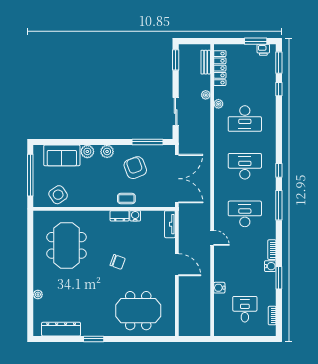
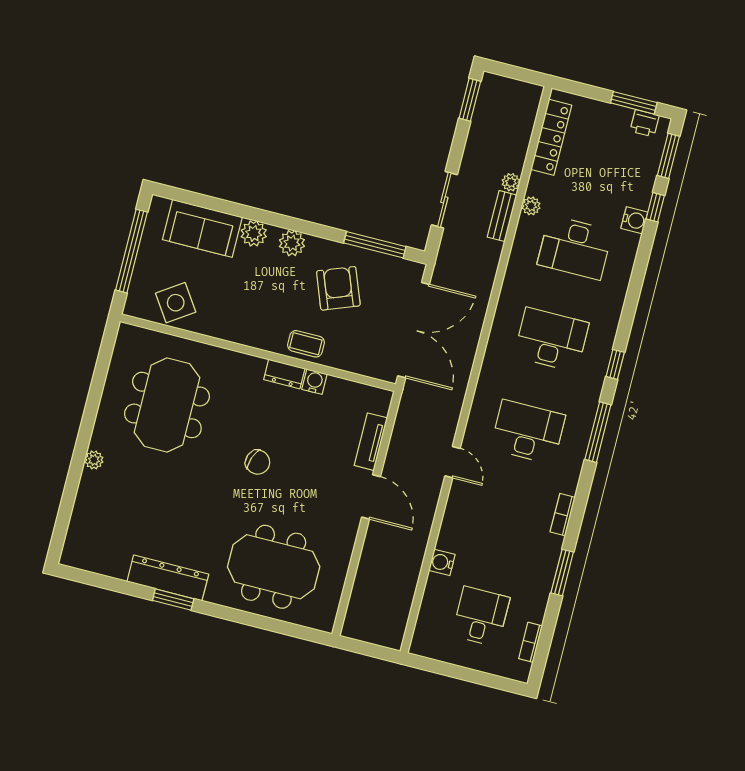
bench: (206, 62) -> (502, 216), moved
tv unit: (170, 224) -> (371, 442), moved
water cooler: (270, 266) -> (634, 220), moved
plant: (38, 295) -> (94, 460), moved
dresser: (61, 329) -> (168, 578), moved

